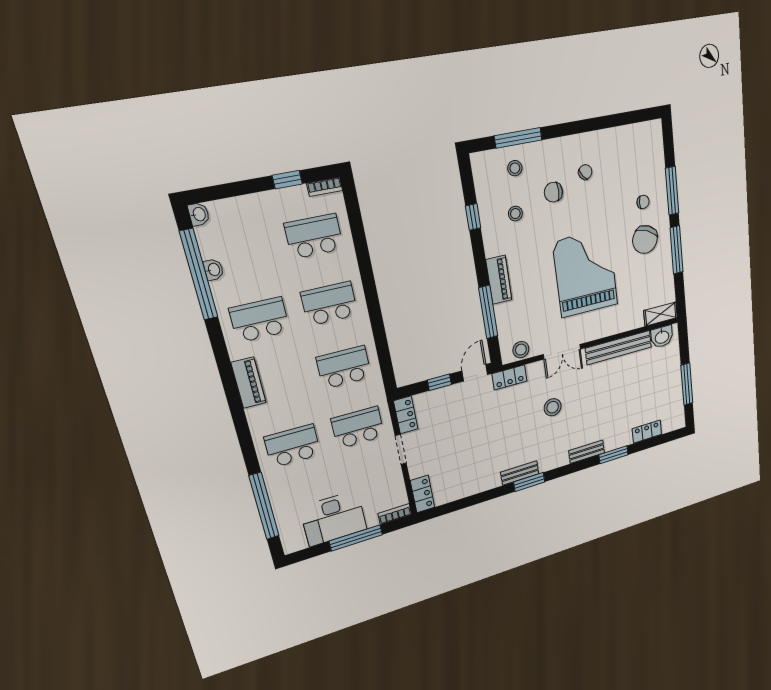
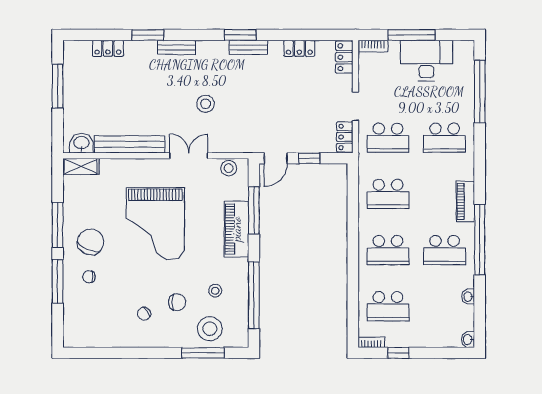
stool: (515, 168) -> (210, 329), width x1.89, depth x1.89
window: (473, 217) -> (254, 295), width x3.17
window: (199, 275) -> (480, 240), moved
piano: (499, 280) -> (236, 229), width x1.37, depth x1.33
locker: (509, 377) -> (299, 48), moved, turned 180

